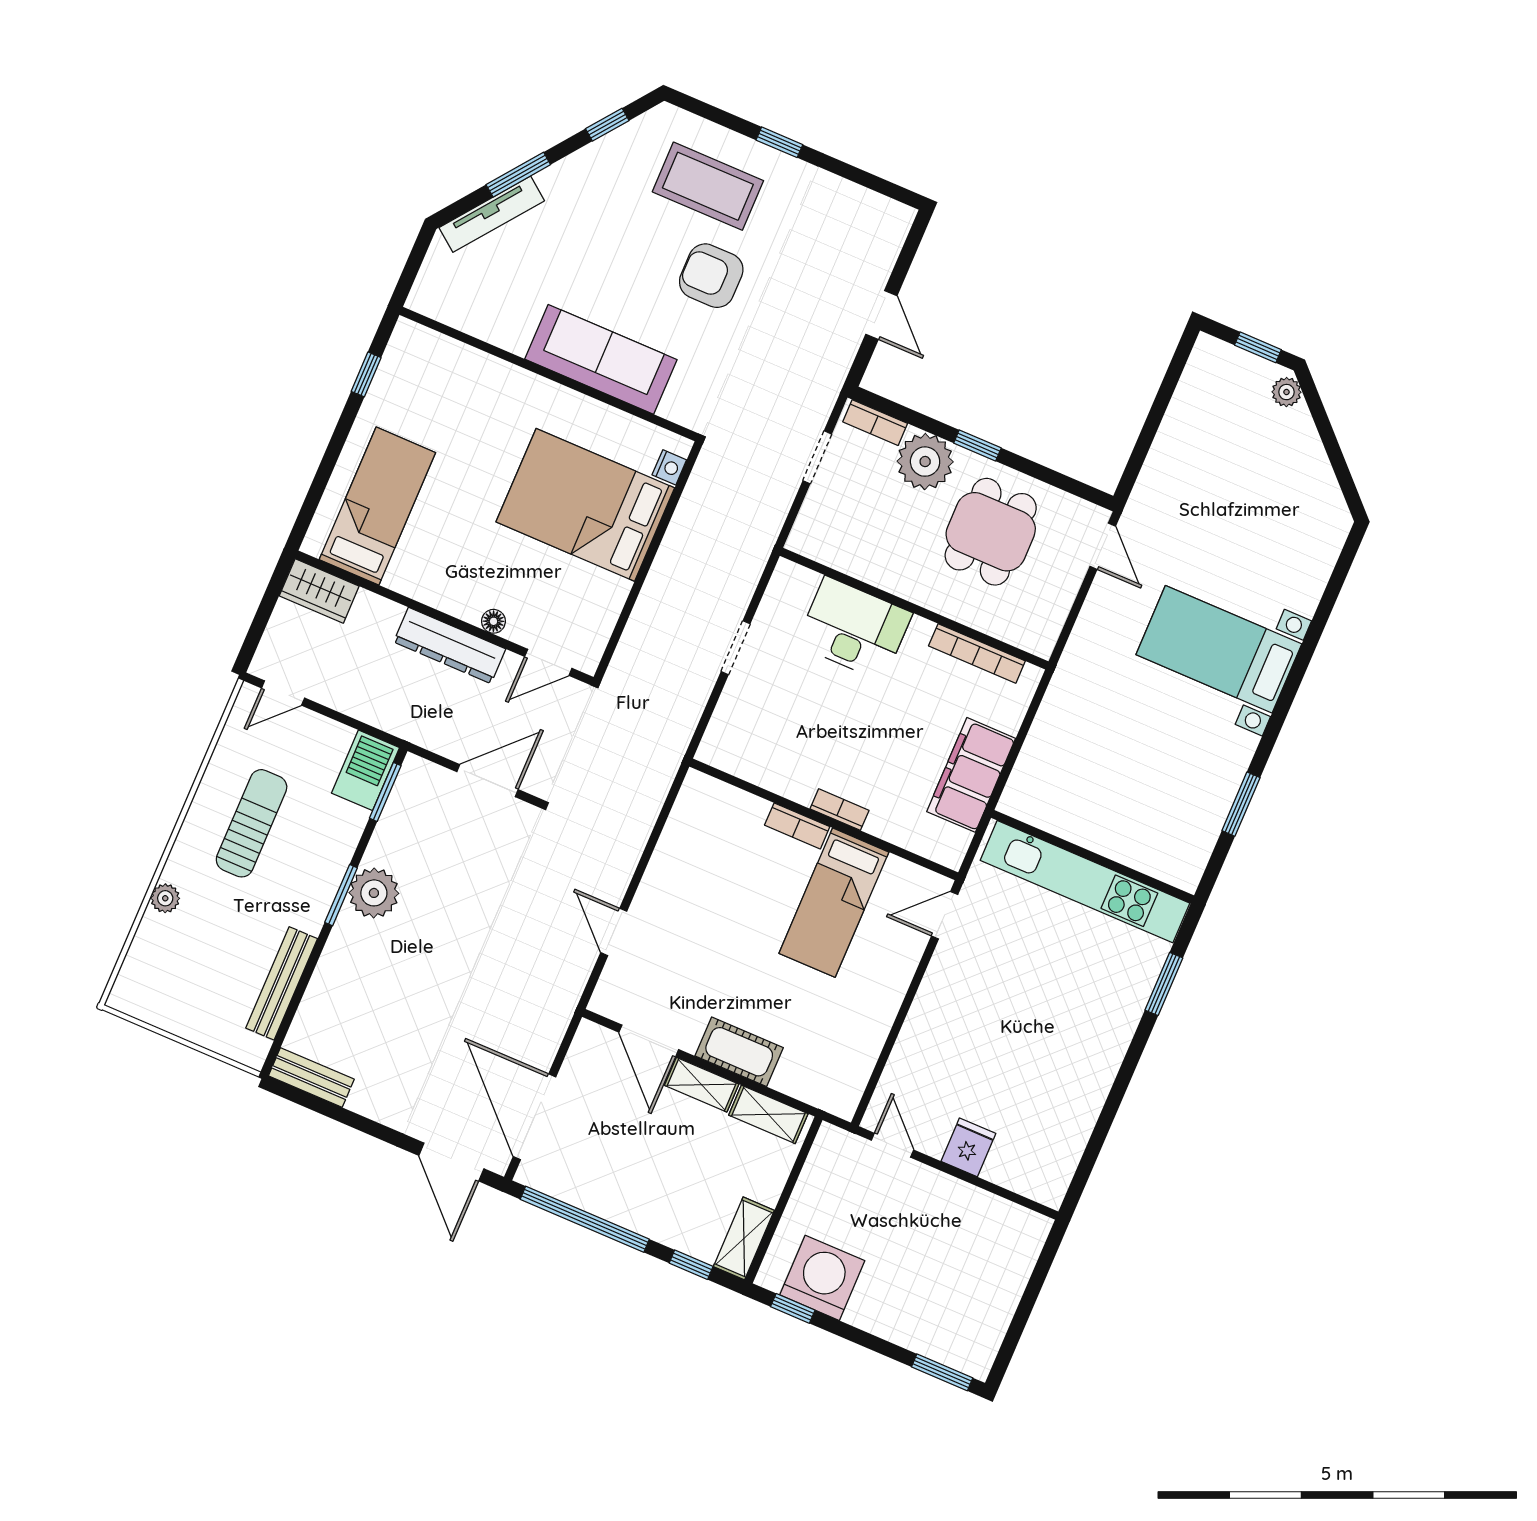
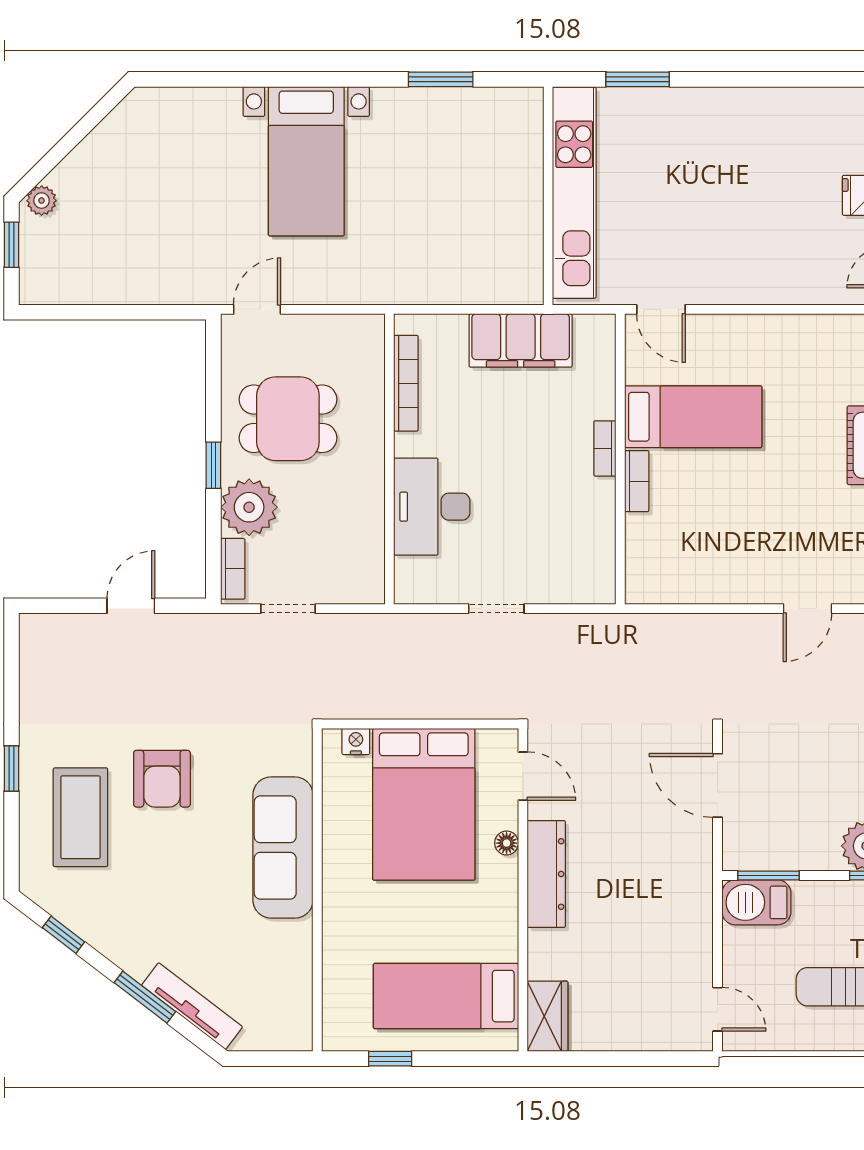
bed: (377, 506) -> (446, 996), moved
wardrobe: (319, 591) -> (548, 1016), moved
wall: (444, 618) -> (523, 890), moved
floor lamp: (493, 621) -> (507, 843), moved
dresser: (450, 645) -> (546, 874), moved
door: (548, 662) -> (523, 776), moved

